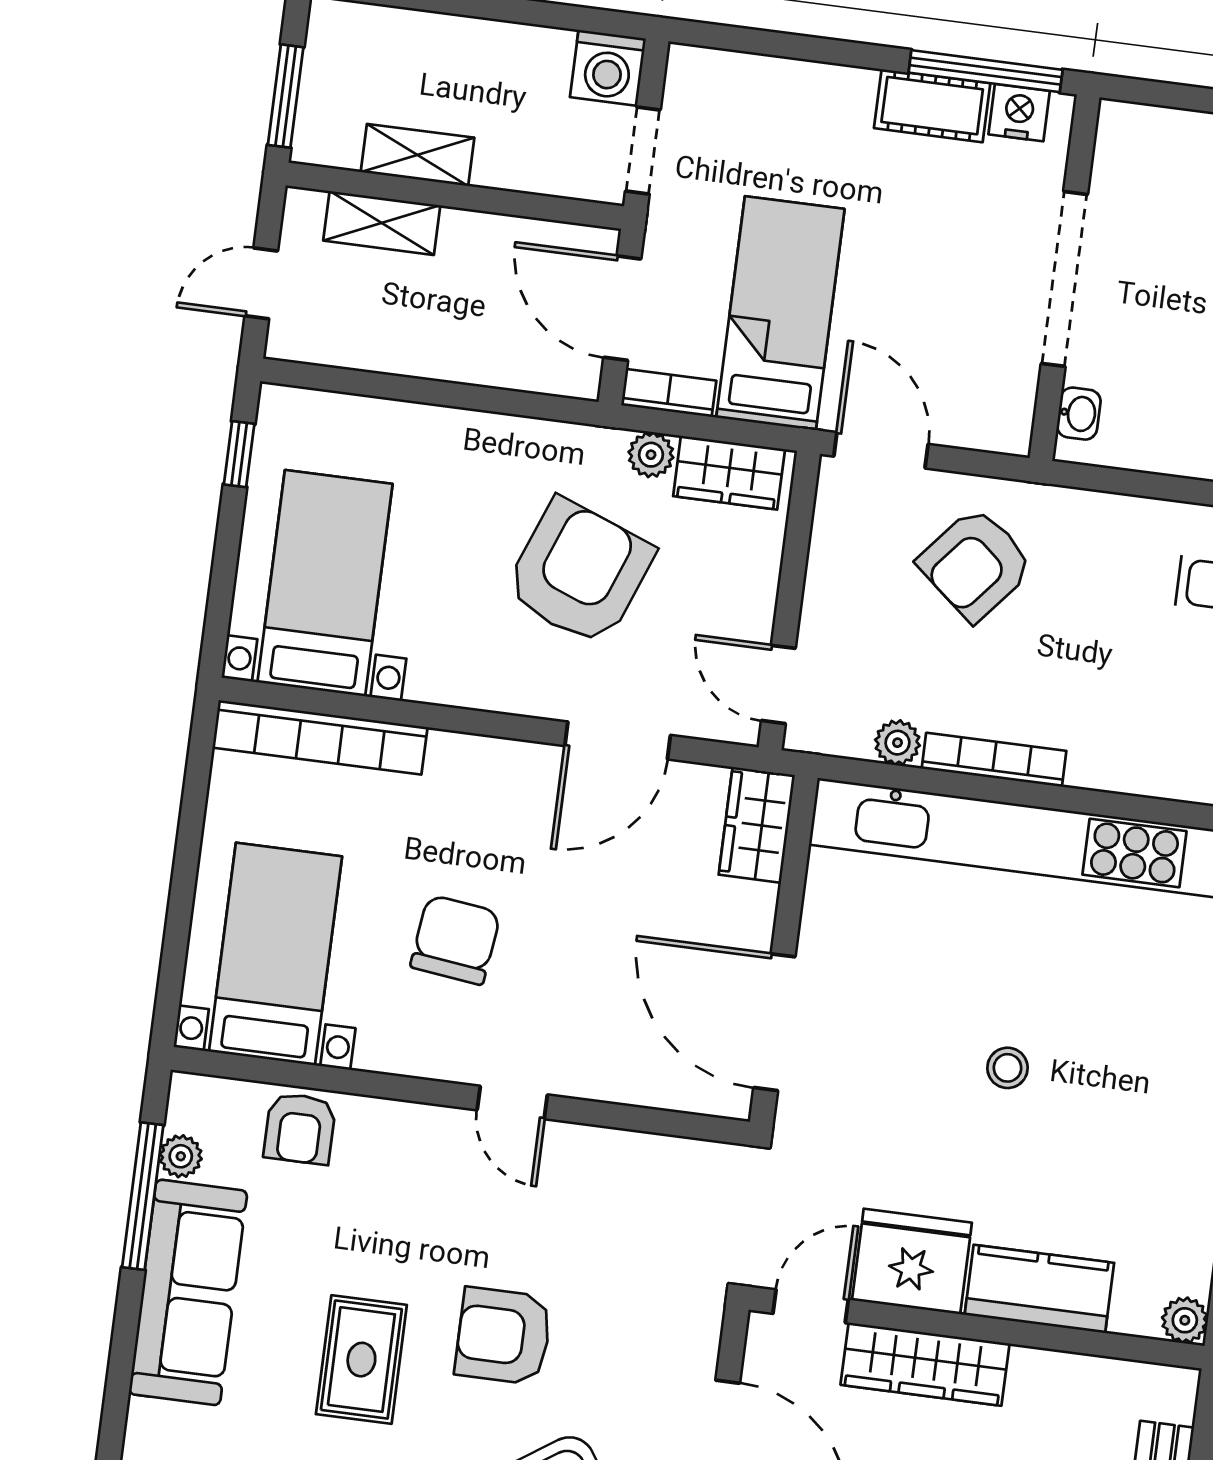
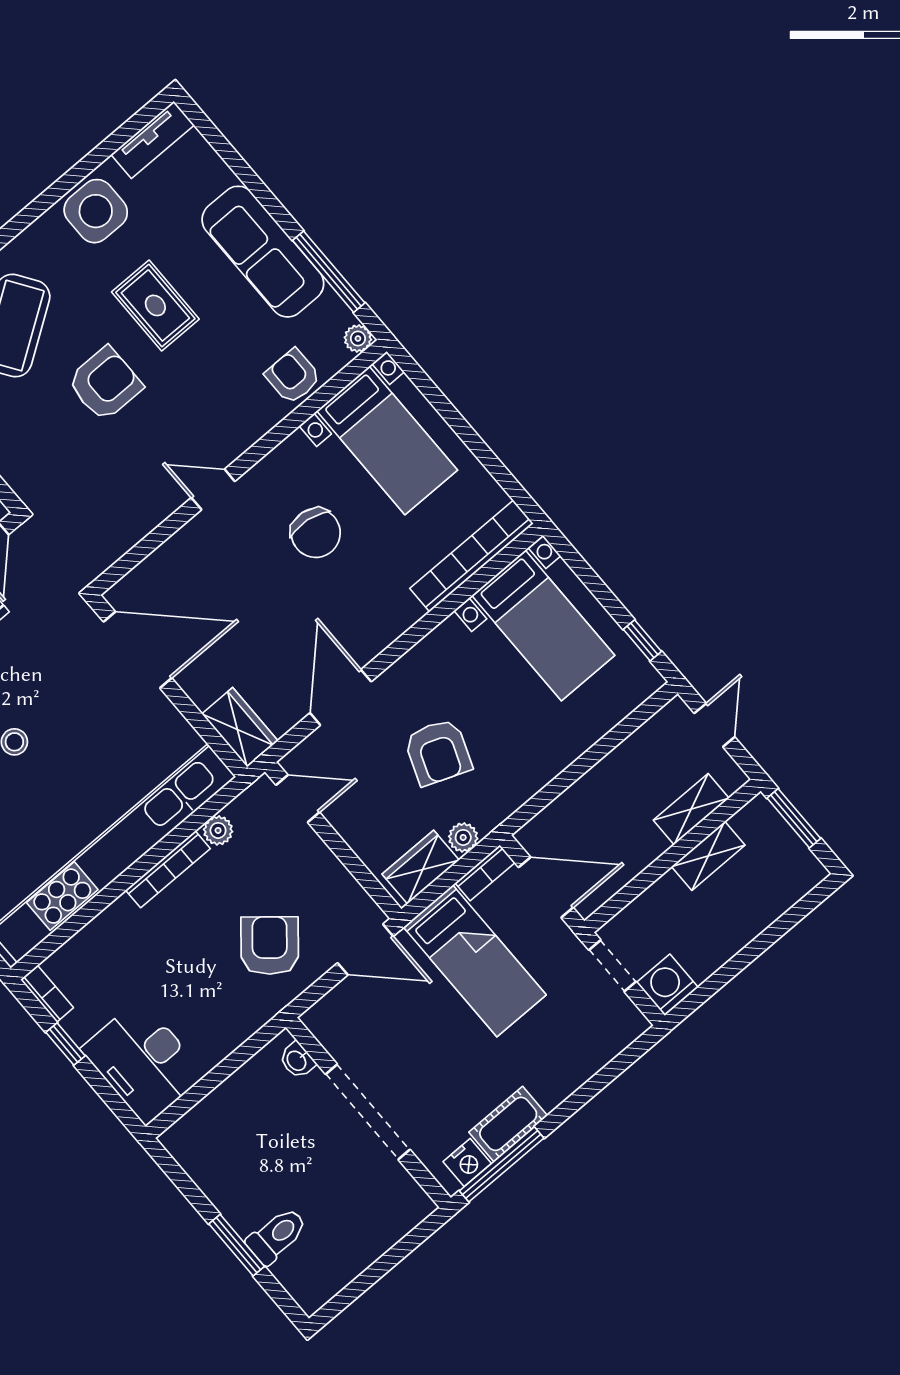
armchair: (579, 572) -> (438, 752), width x0.73, depth x0.73
plant: (181, 1156) -> (358, 339), moved

